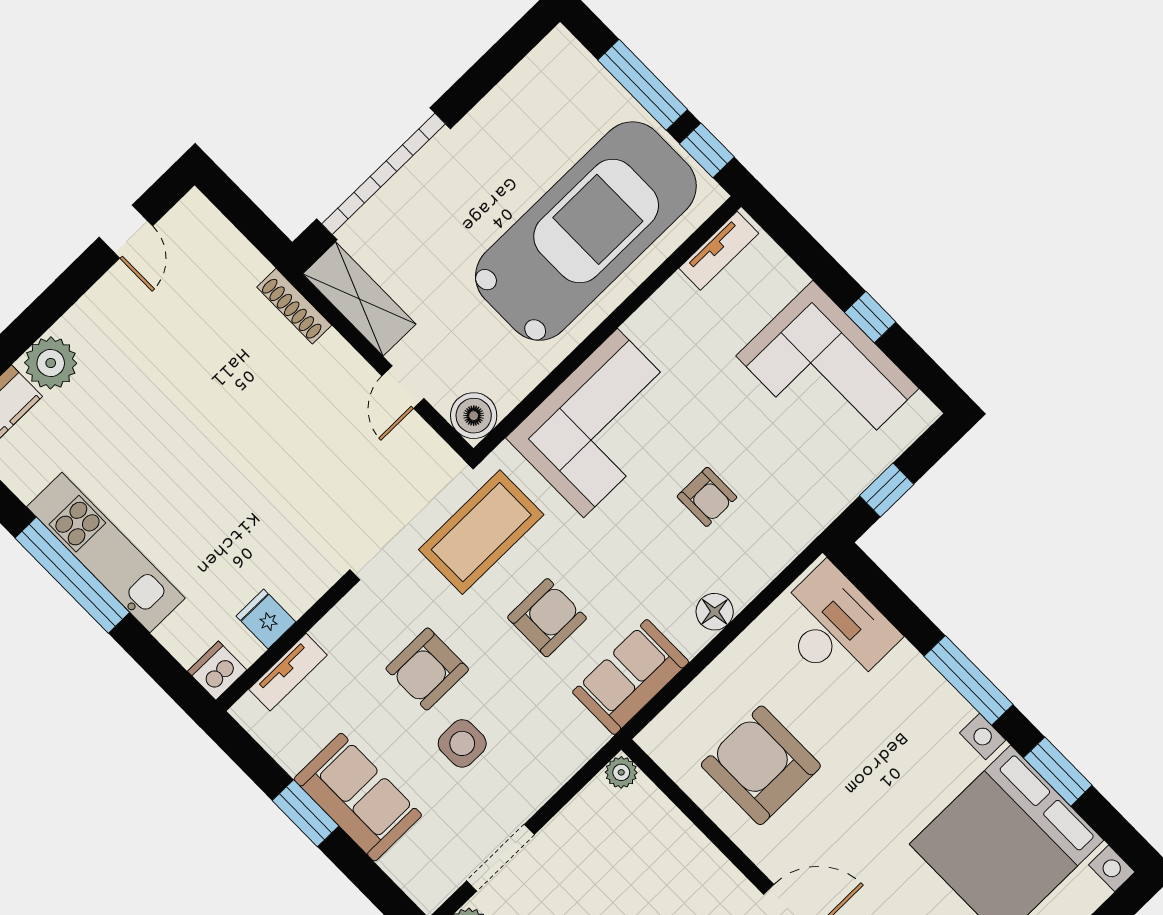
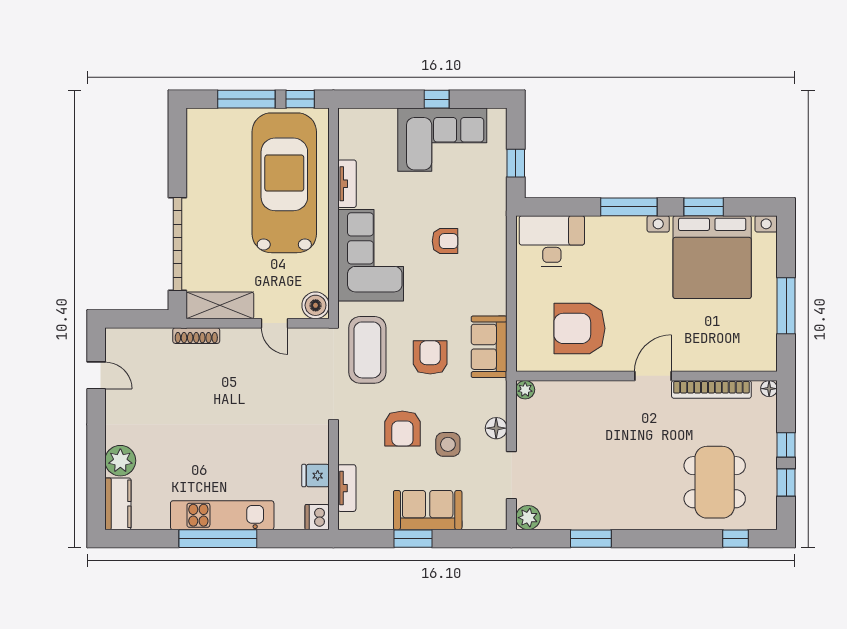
tv unit: (719, 251) -> (347, 184), moved
floor lamp: (715, 612) -> (496, 428), moved

